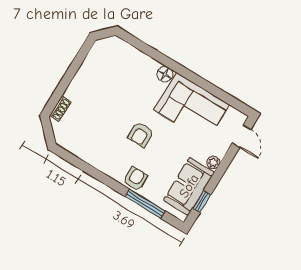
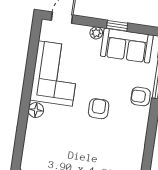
armchair: (141, 134) -> (99, 109), turned -90
window: (202, 201) -> (117, 26), moved

